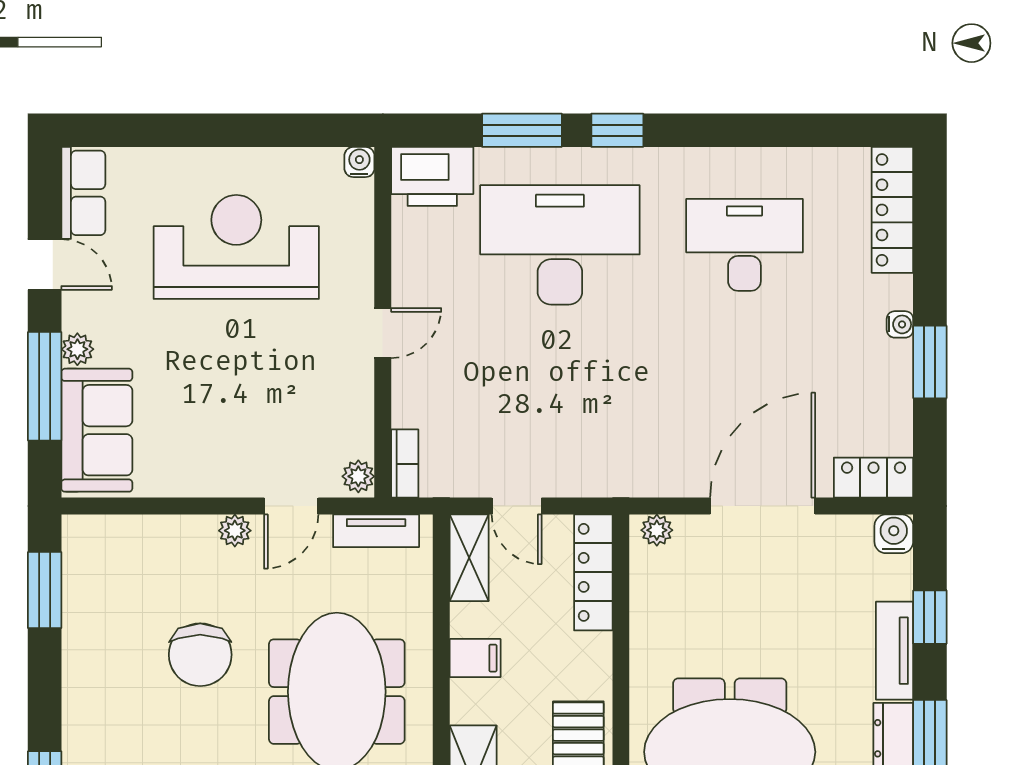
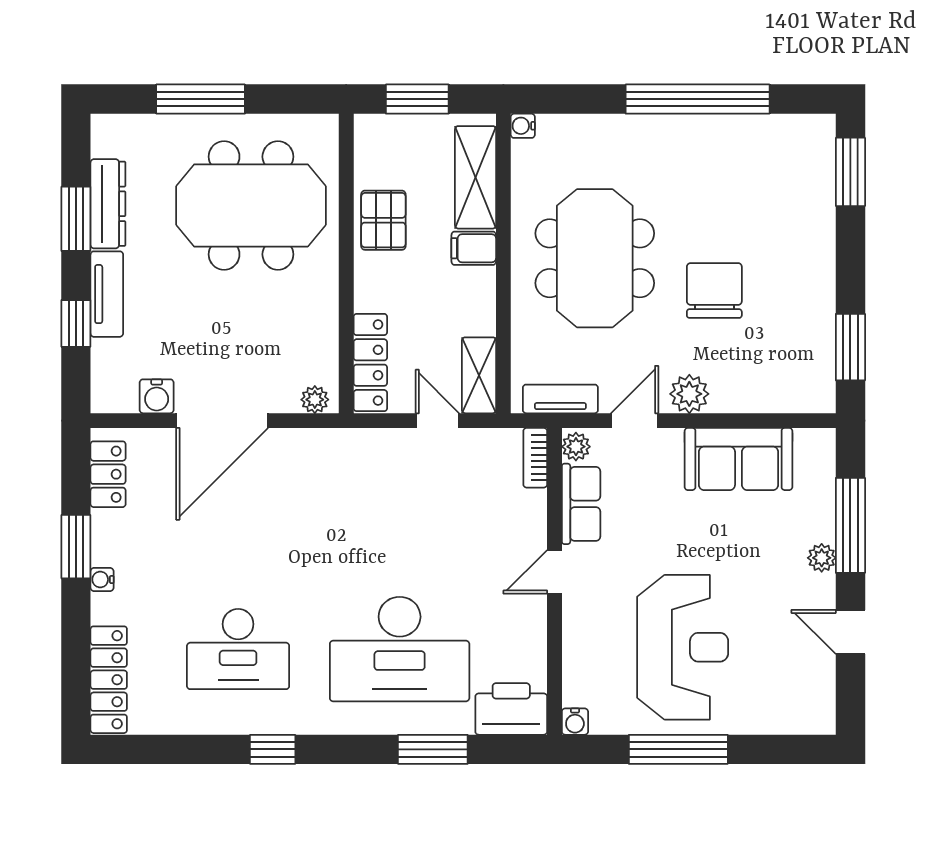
window: (241, 130) -> (678, 749), added
window: (617, 130) -> (273, 749), moved
row of seats: (83, 193) -> (581, 504), moved, turned 180
reception desk: (236, 247) -> (683, 647), turned -90
sofa: (97, 430) -> (738, 459), moved, turned -90
locker: (874, 478) -> (108, 474), moved, turned -90
plant: (235, 531) -> (689, 394), width x1.38, depth x1.38
water cooler: (894, 534) -> (157, 396), moved
filing cabinet: (475, 658) -> (474, 248), moved

